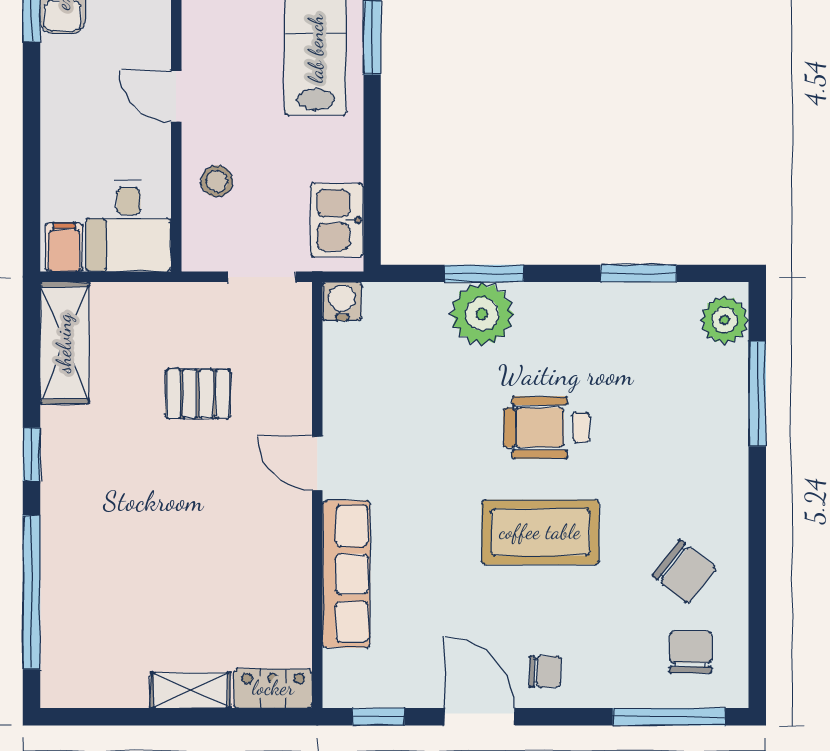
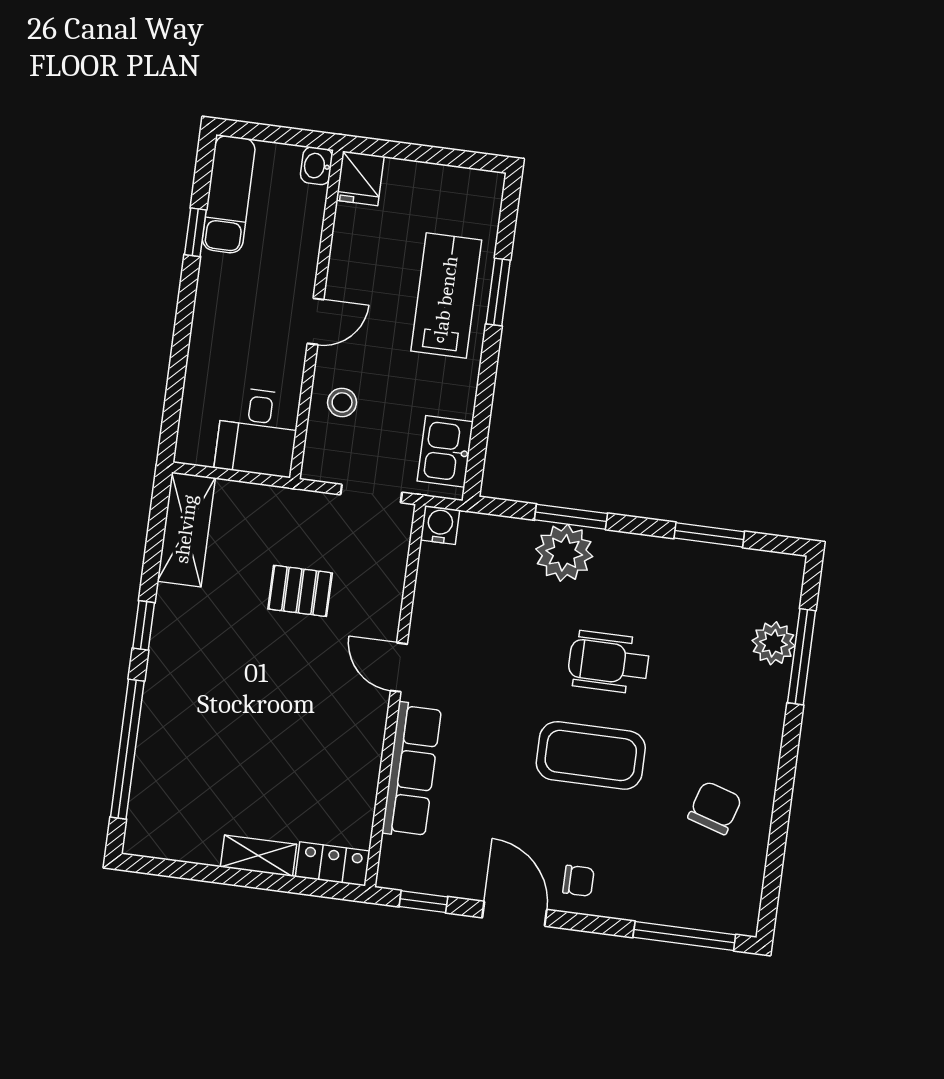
door: (176, 96) -> (316, 321), swing flipped
filing cabinet: (64, 247) -> (197, 444), removed
plant: (725, 320) -> (774, 643), moved
chair: (684, 572) -> (715, 808), turned -111
chair: (691, 652) -> (711, 881), removed

